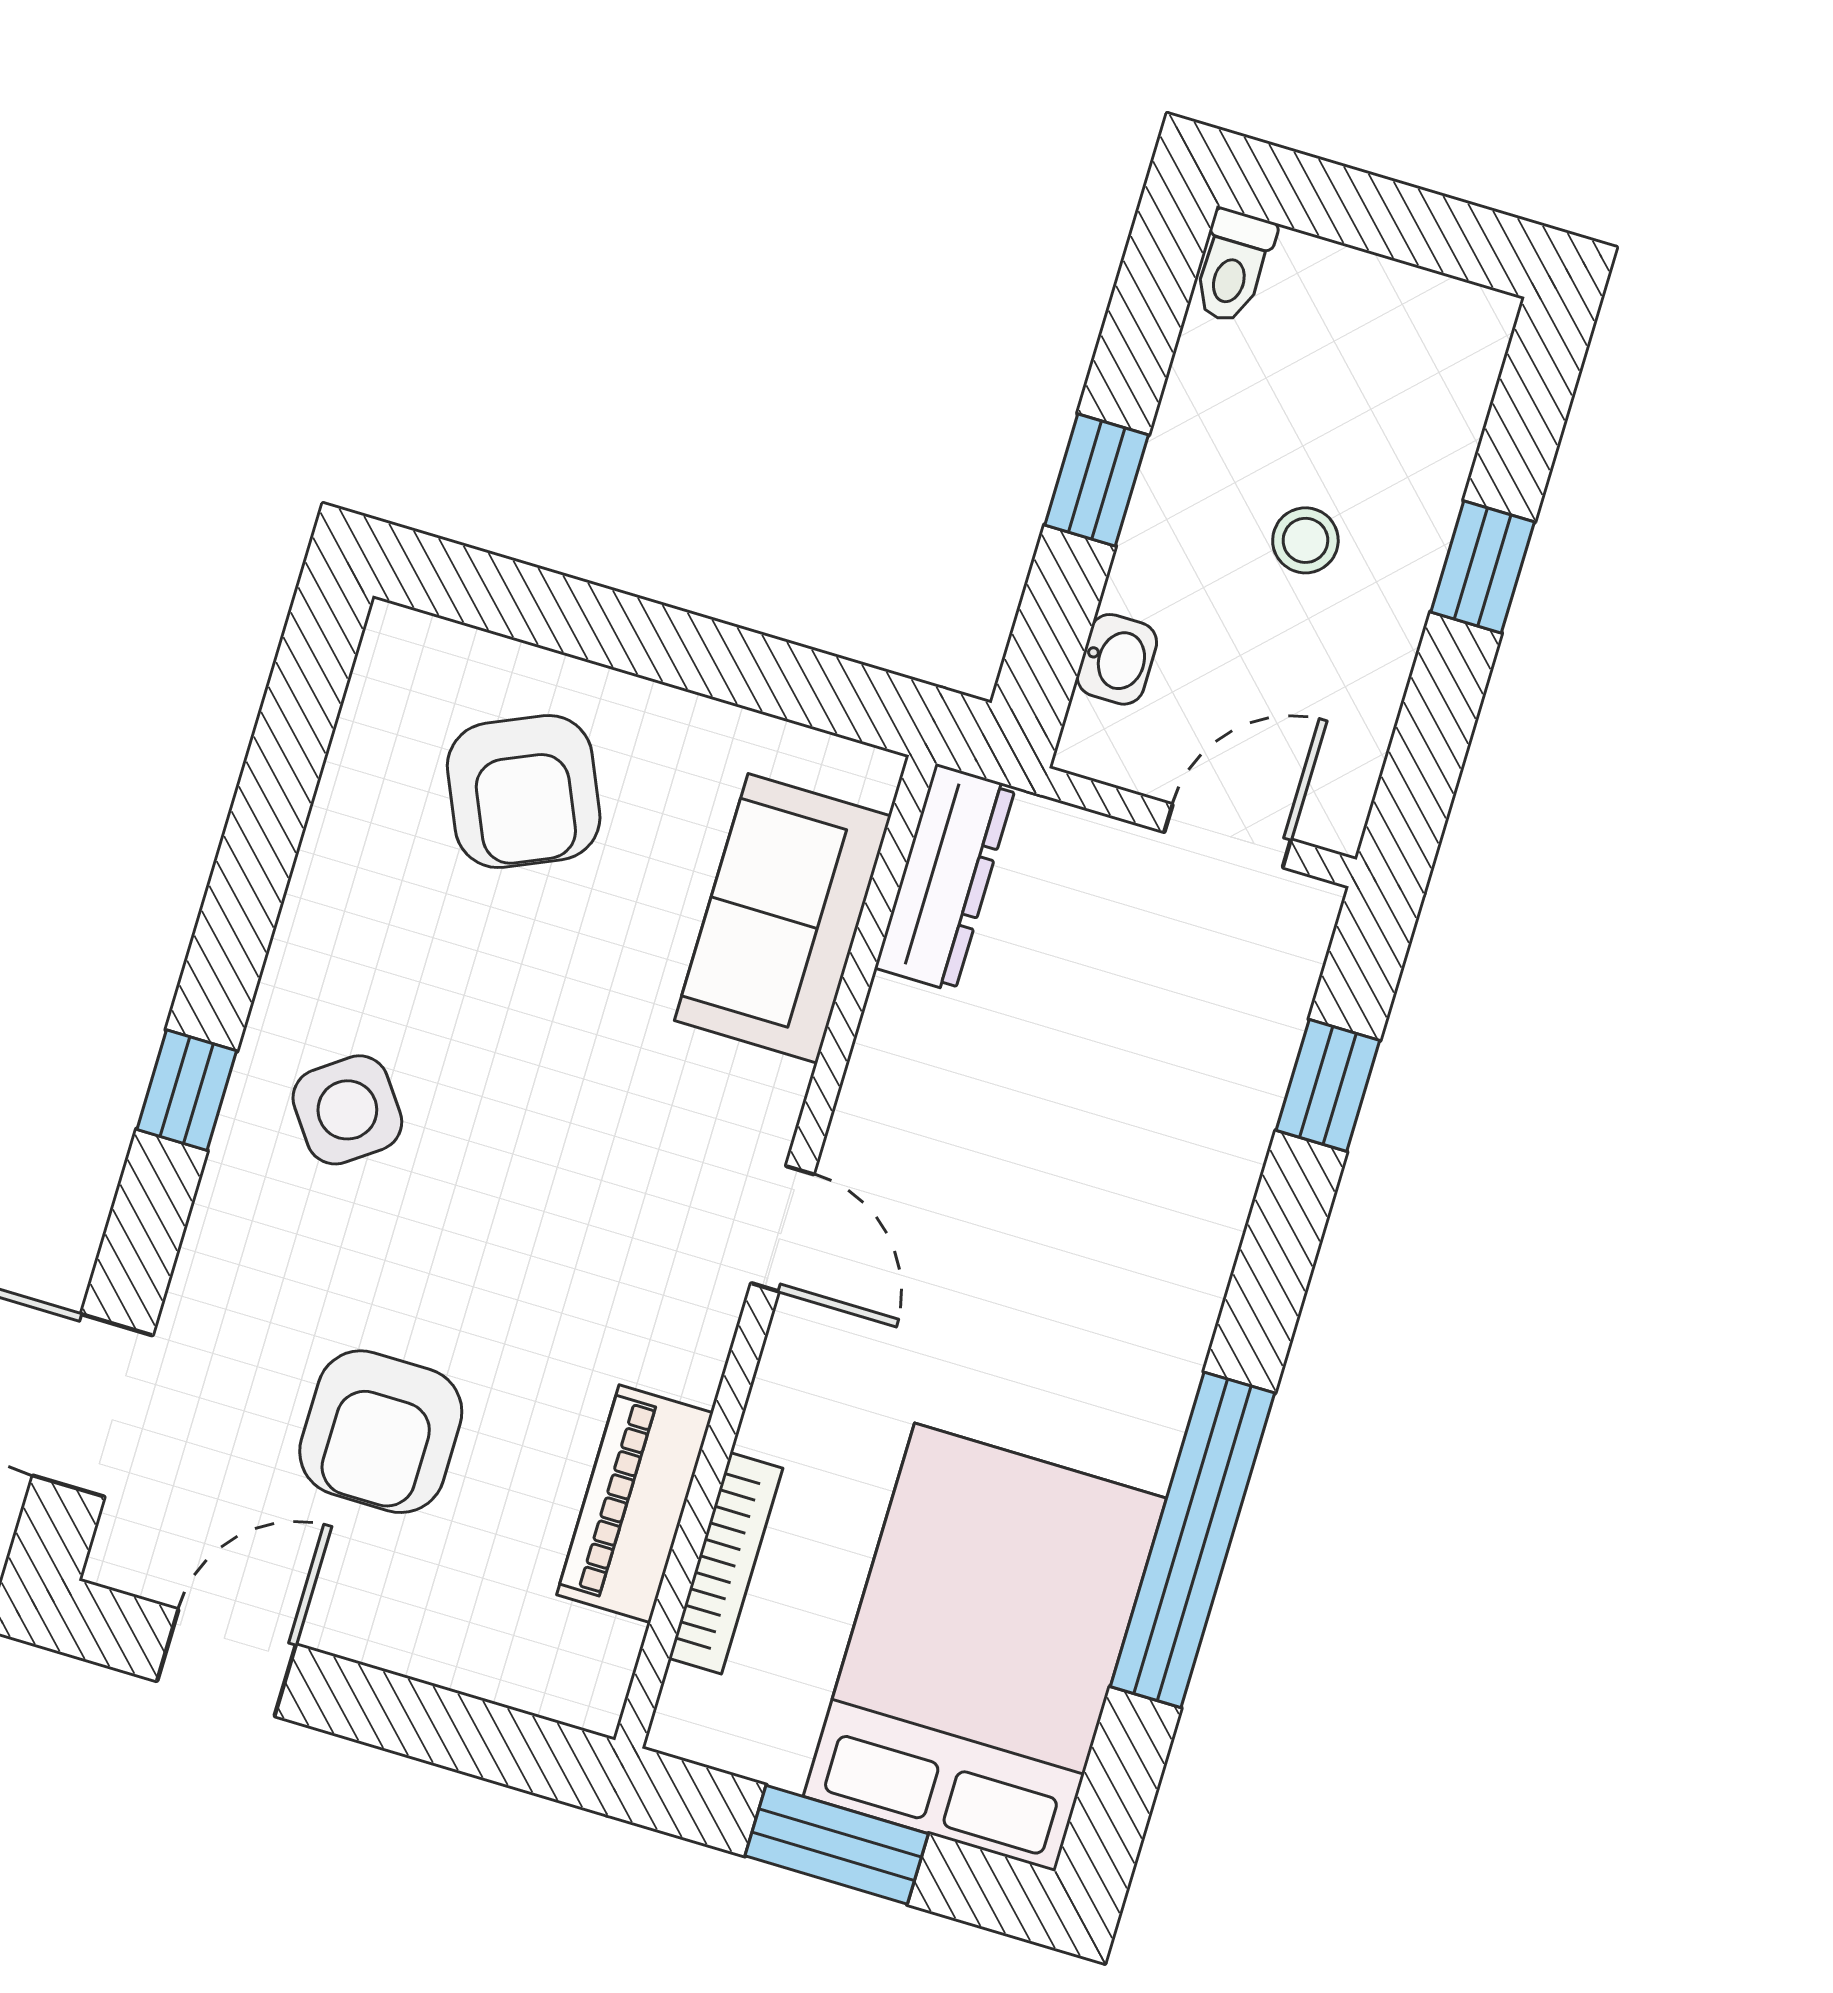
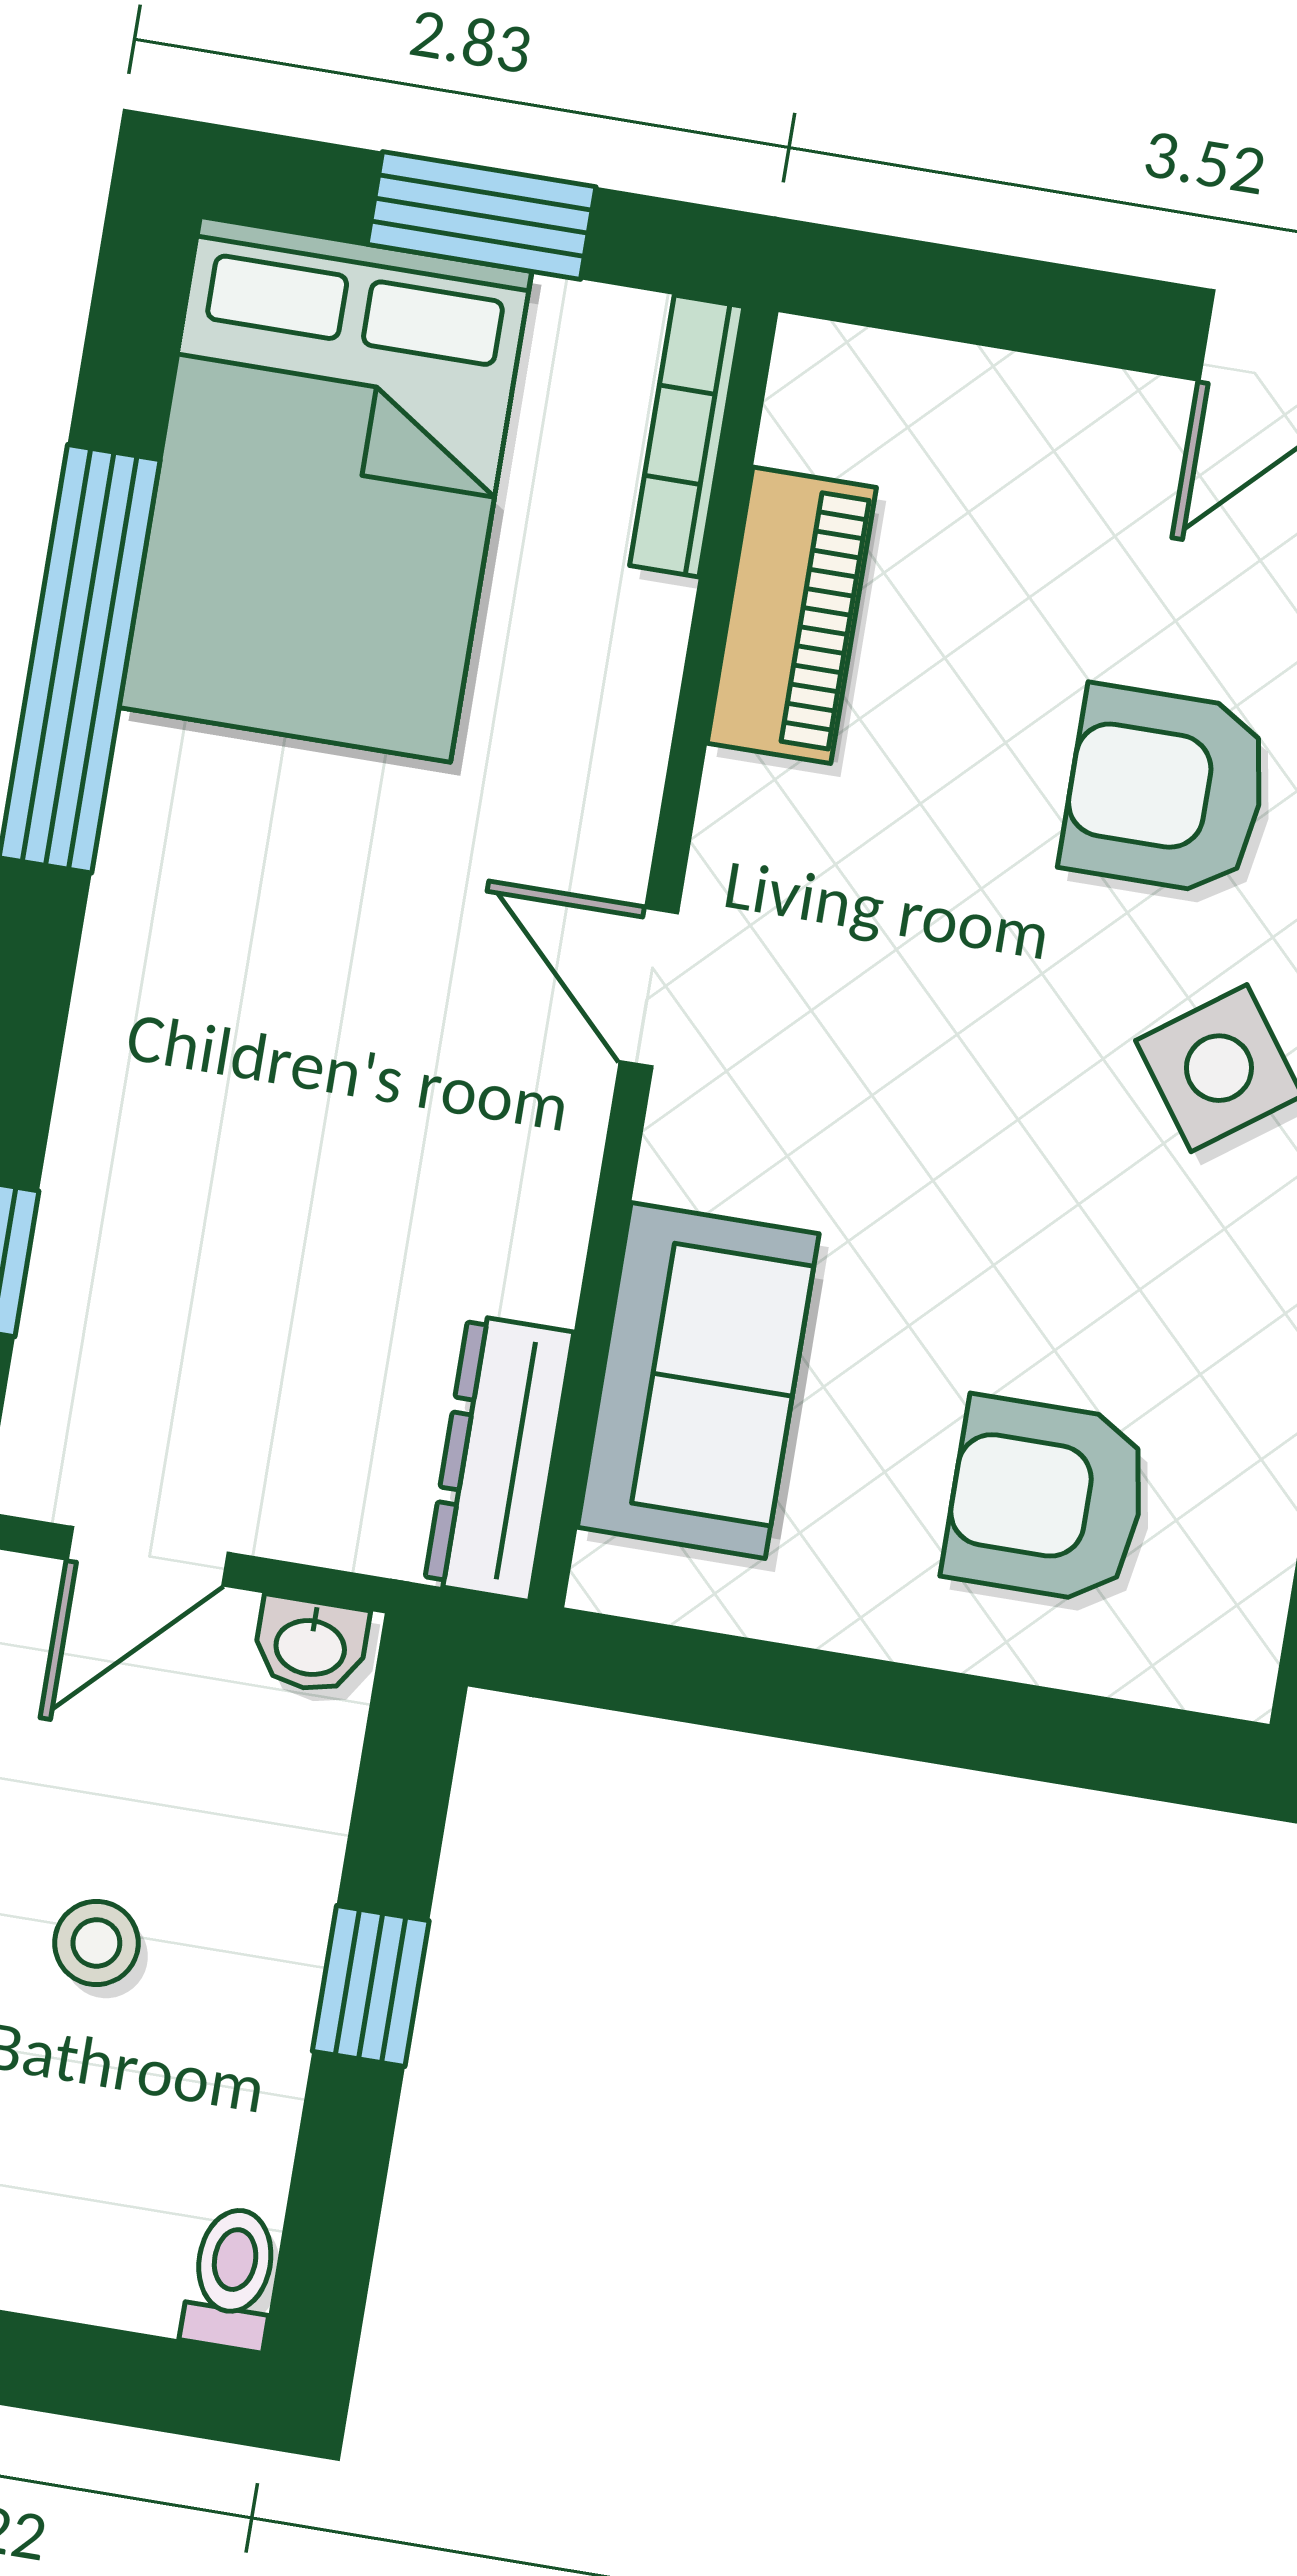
washbasin: (1117, 659) -> (311, 1645), moved, turned -90
armchair: (524, 792) -> (1047, 1500), turned -66
armchair: (381, 1432) -> (1166, 790), moved, turned -90
bookcase: (726, 1563) -> (687, 436), moved

